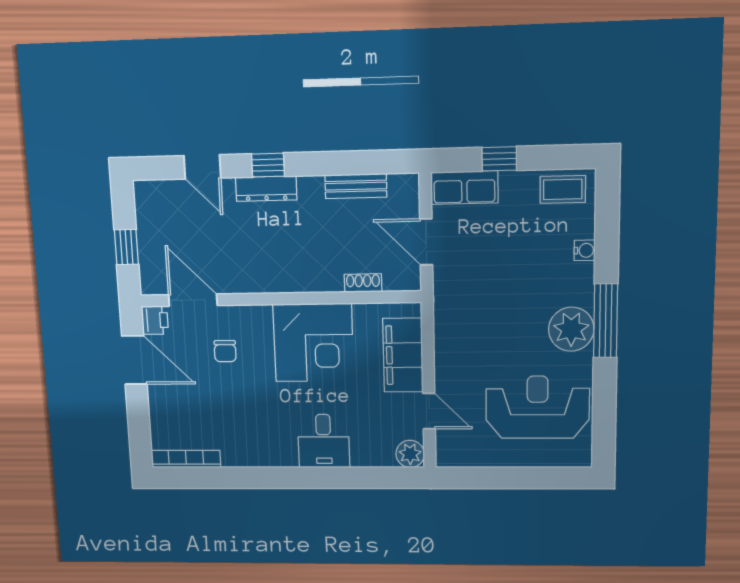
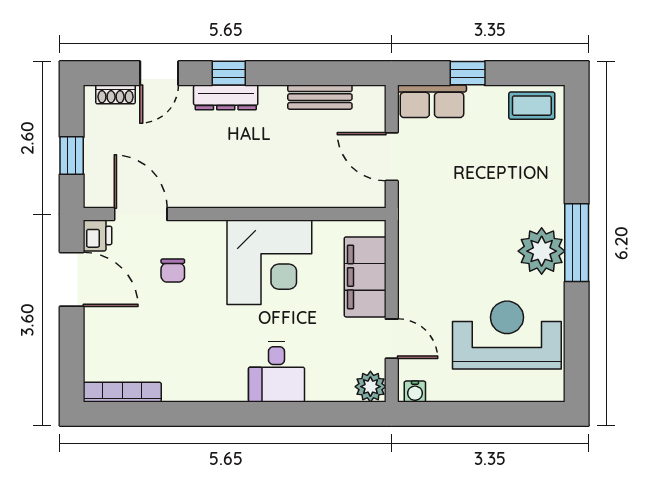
door: (202, 167) -> (159, 73), hinge flipped
water cooler: (585, 250) -> (415, 391), moved, turned 90
shoe rack: (363, 283) -> (116, 94), moved, turned 180

